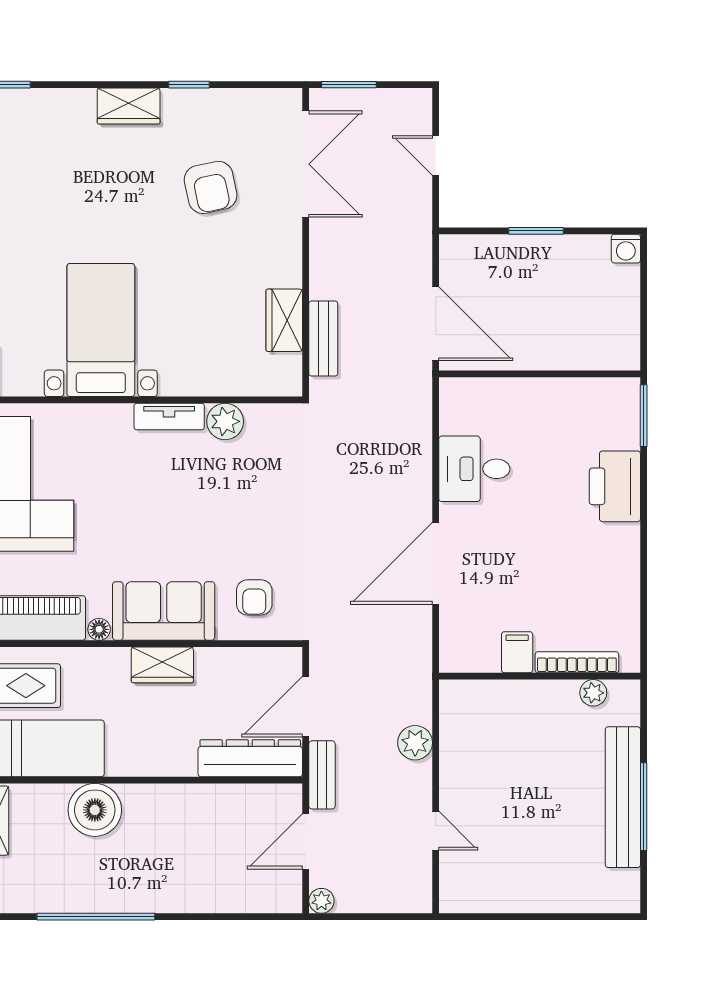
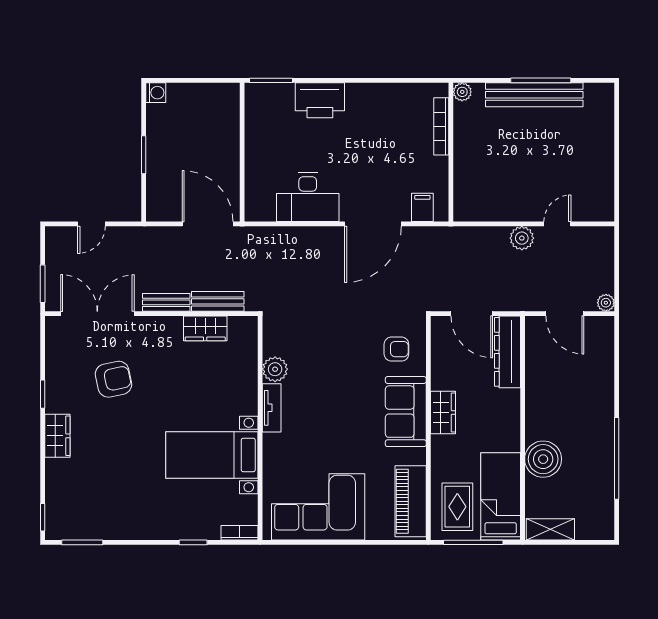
door: (436, 324) -> (208, 224), hinge flipped
desk: (474, 469) -> (308, 197), width x1.37
door: (436, 563) -> (373, 224), hinge flipped
floor lamp: (99, 629) -> (418, 456), removed
filing cabinet: (517, 652) -> (422, 207), moved, turned 90
plant: (593, 693) -> (462, 92), moved
plant: (415, 743) -> (522, 238), moved
bench: (322, 775) -> (166, 302), moved

